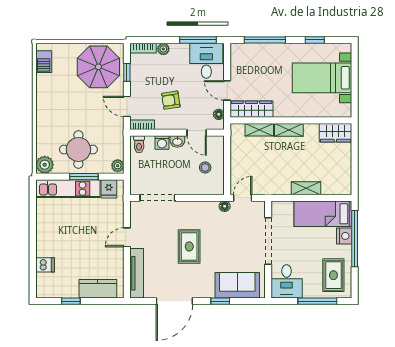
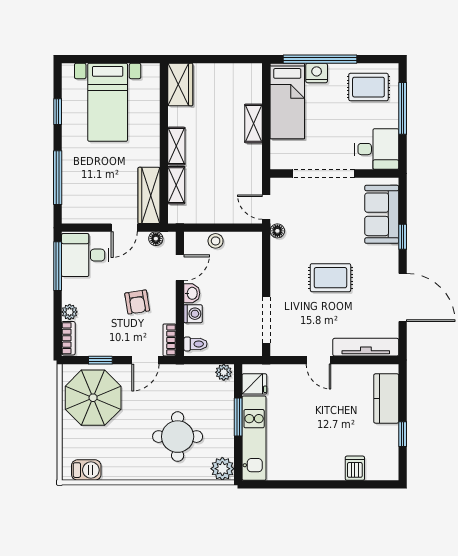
round table: (78, 149) -> (178, 437), moved
stool: (205, 167) -> (216, 241), moved

